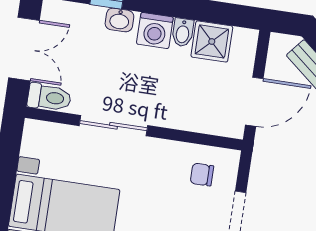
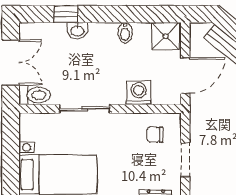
washing machine: (155, 31) -> (139, 93), moved, turned 180
shower: (212, 41) -> (166, 36), moved

